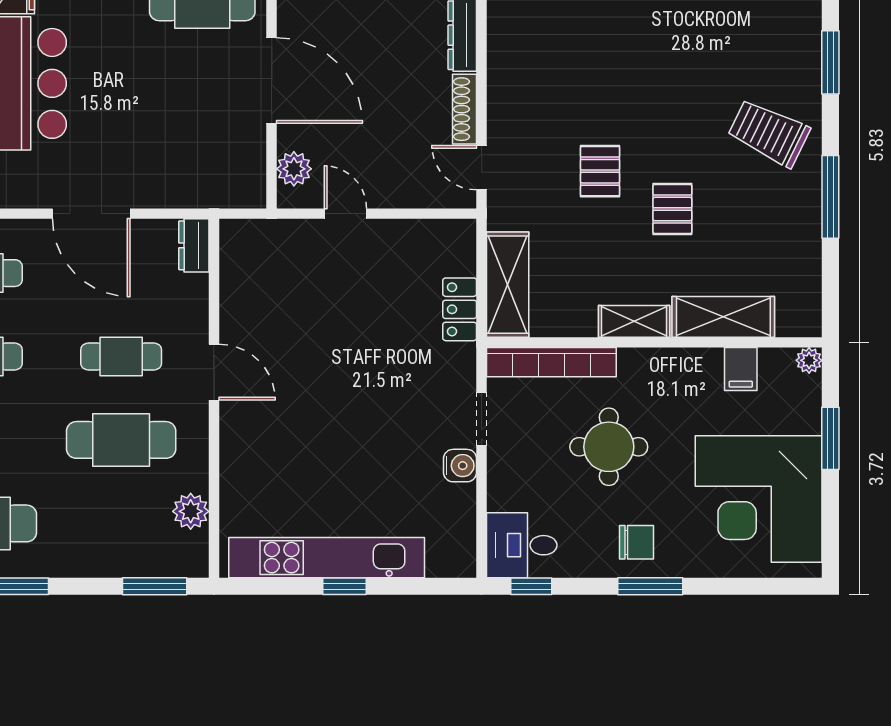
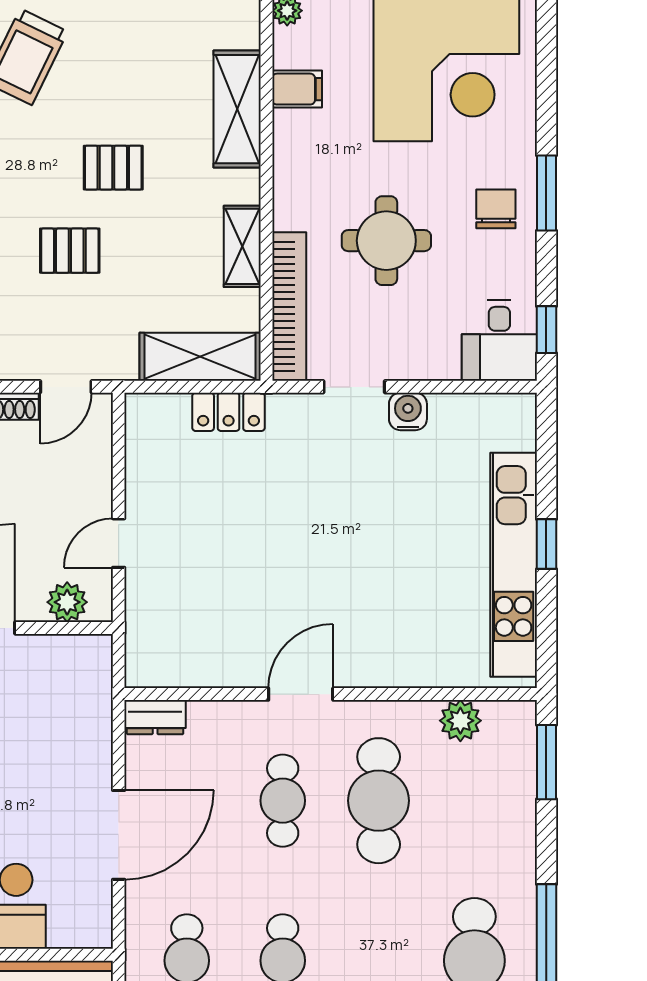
shelving: (634, 321) -> (242, 246), moved

